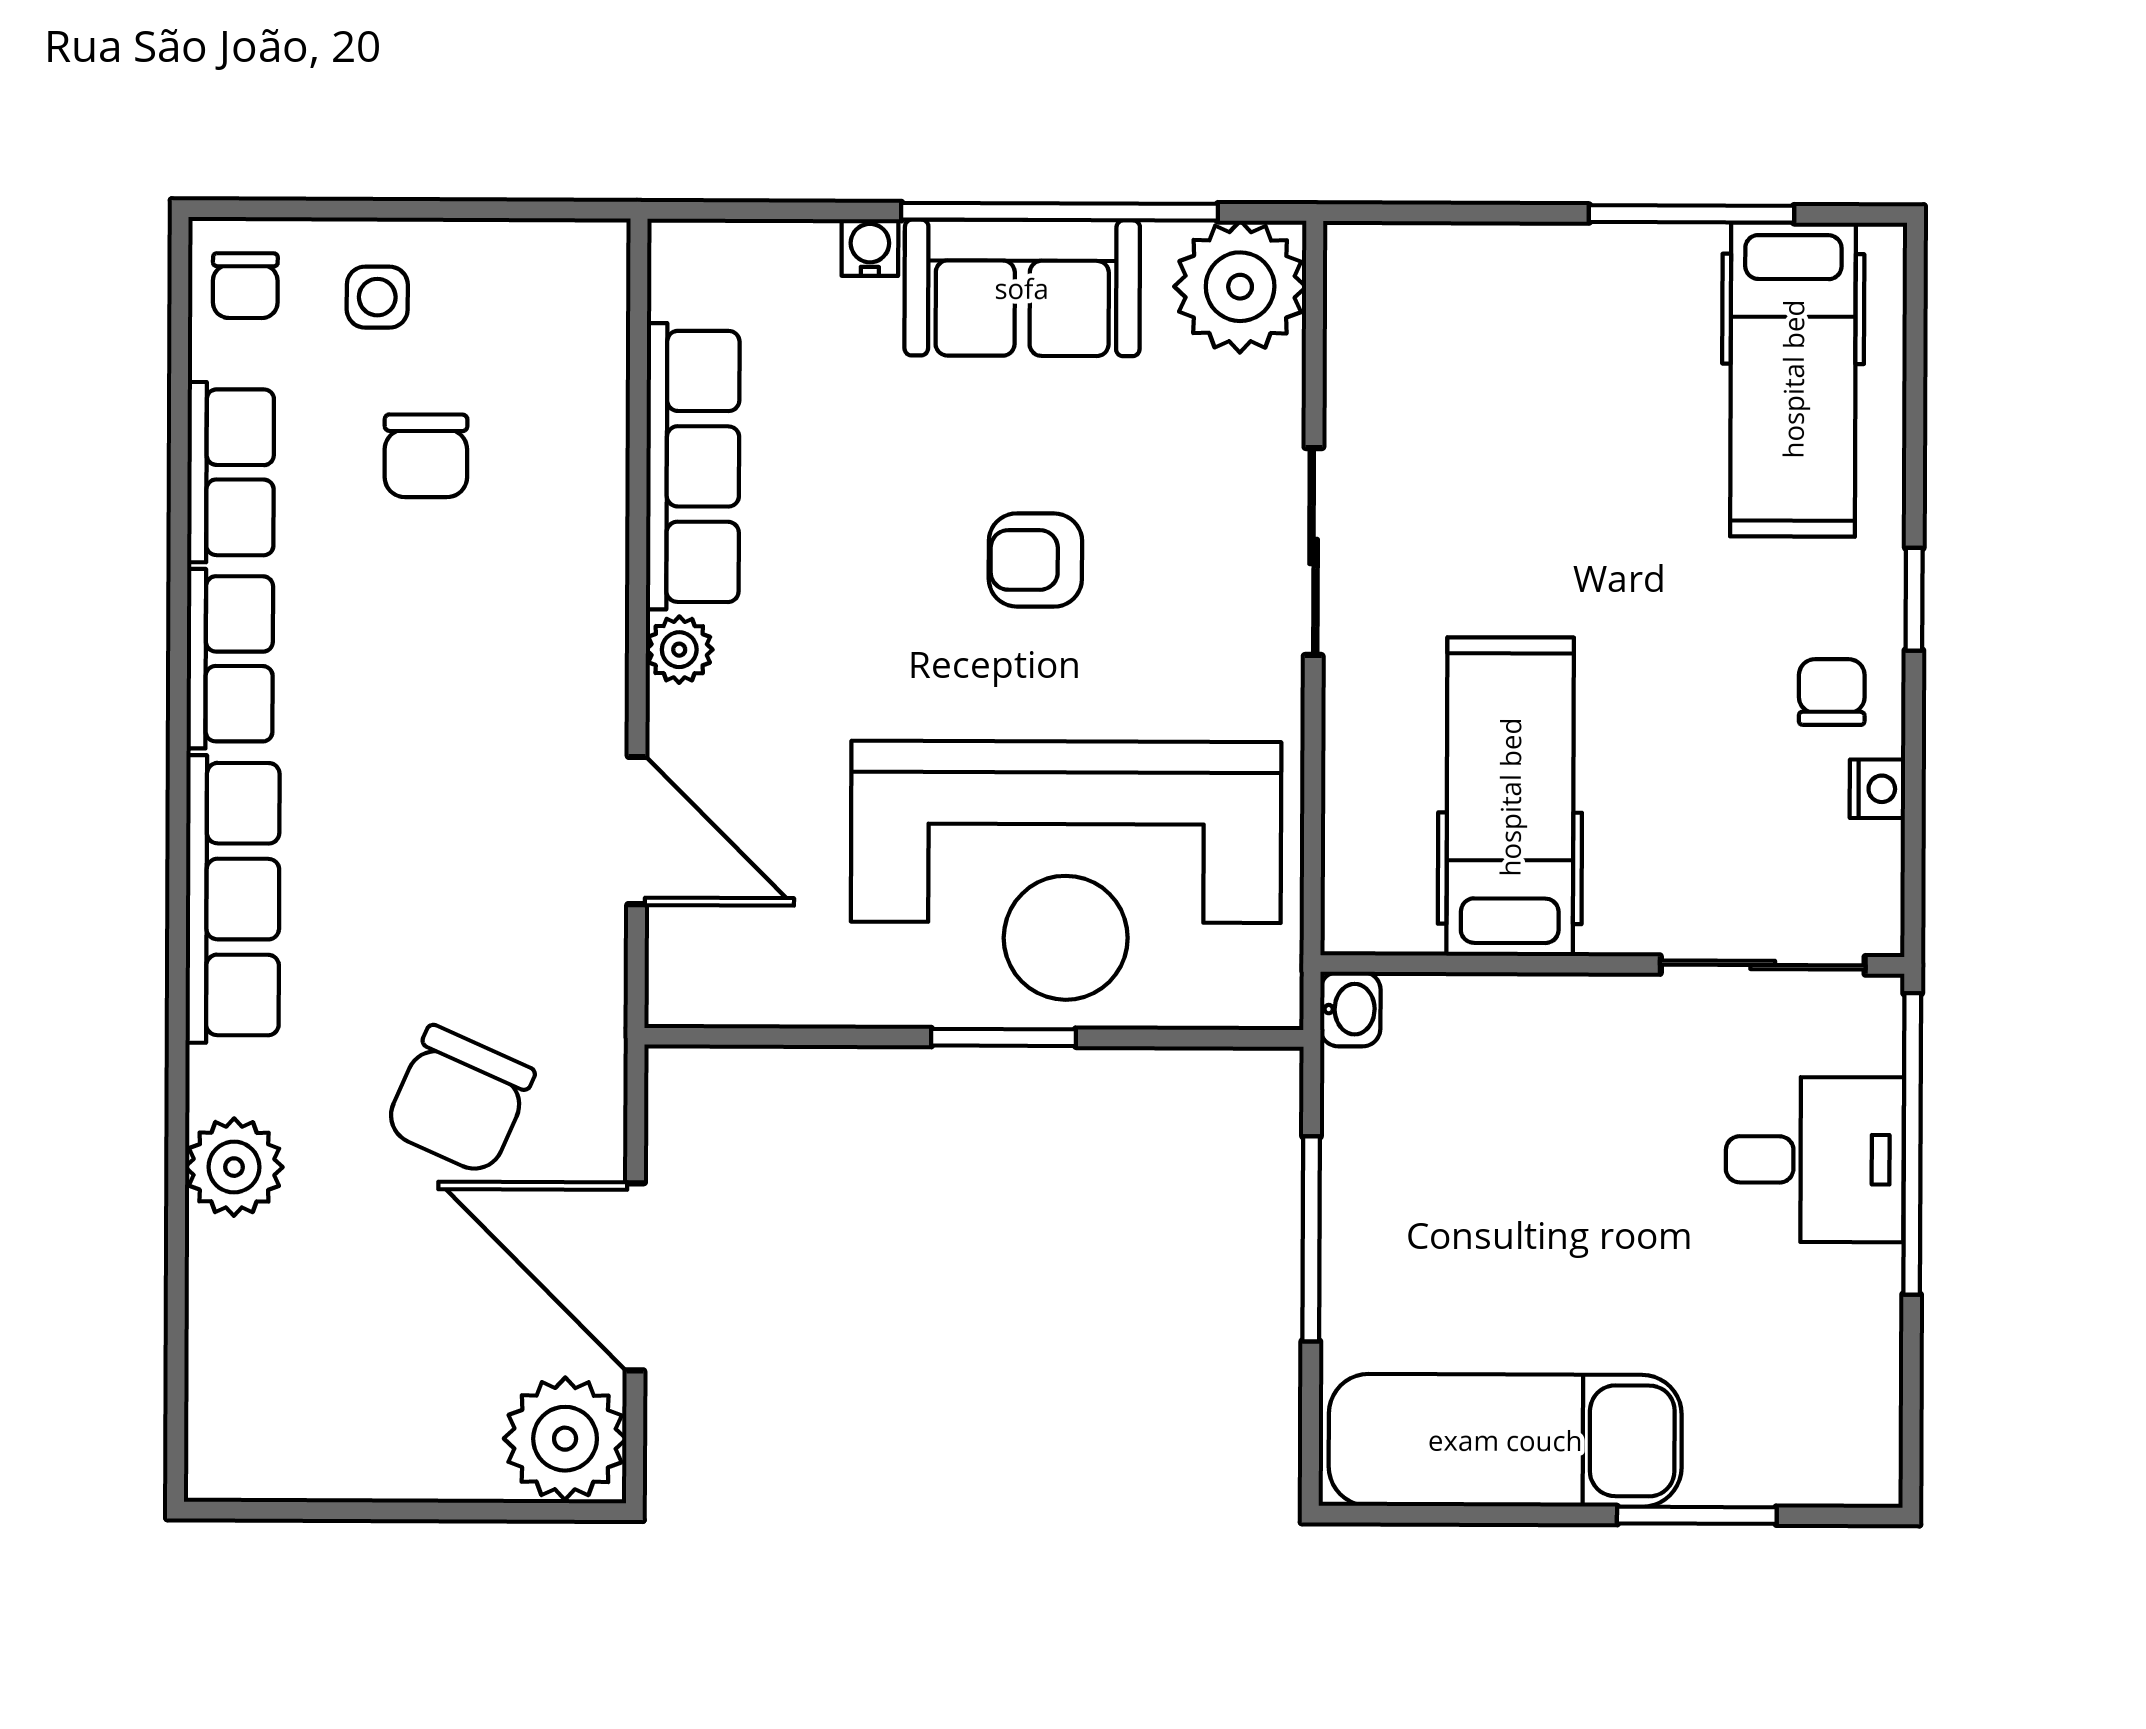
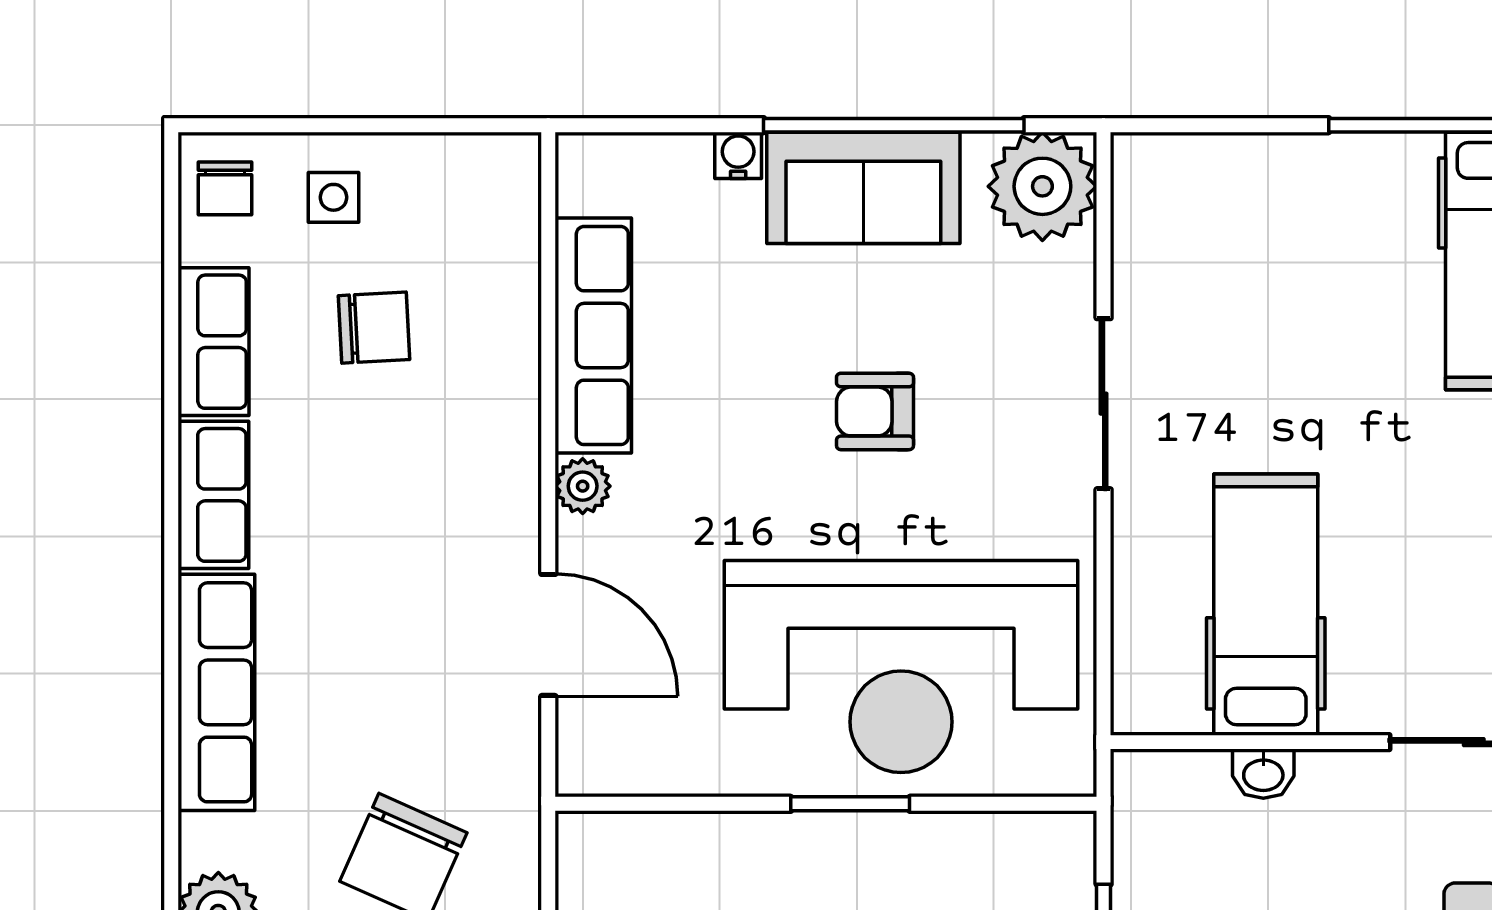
chair: (426, 456) -> (374, 328), turned -93
washbasin: (1350, 1009) -> (1263, 774), moved, turned 90

